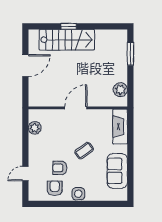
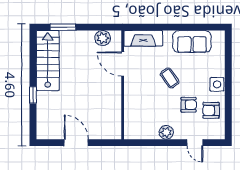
stairs: (67, 40) -> (48, 61), moved
door: (76, 108) -> (123, 64), moved
plant: (35, 128) -> (166, 132), moved
armchair: (60, 168) -> (189, 105), turned -90

